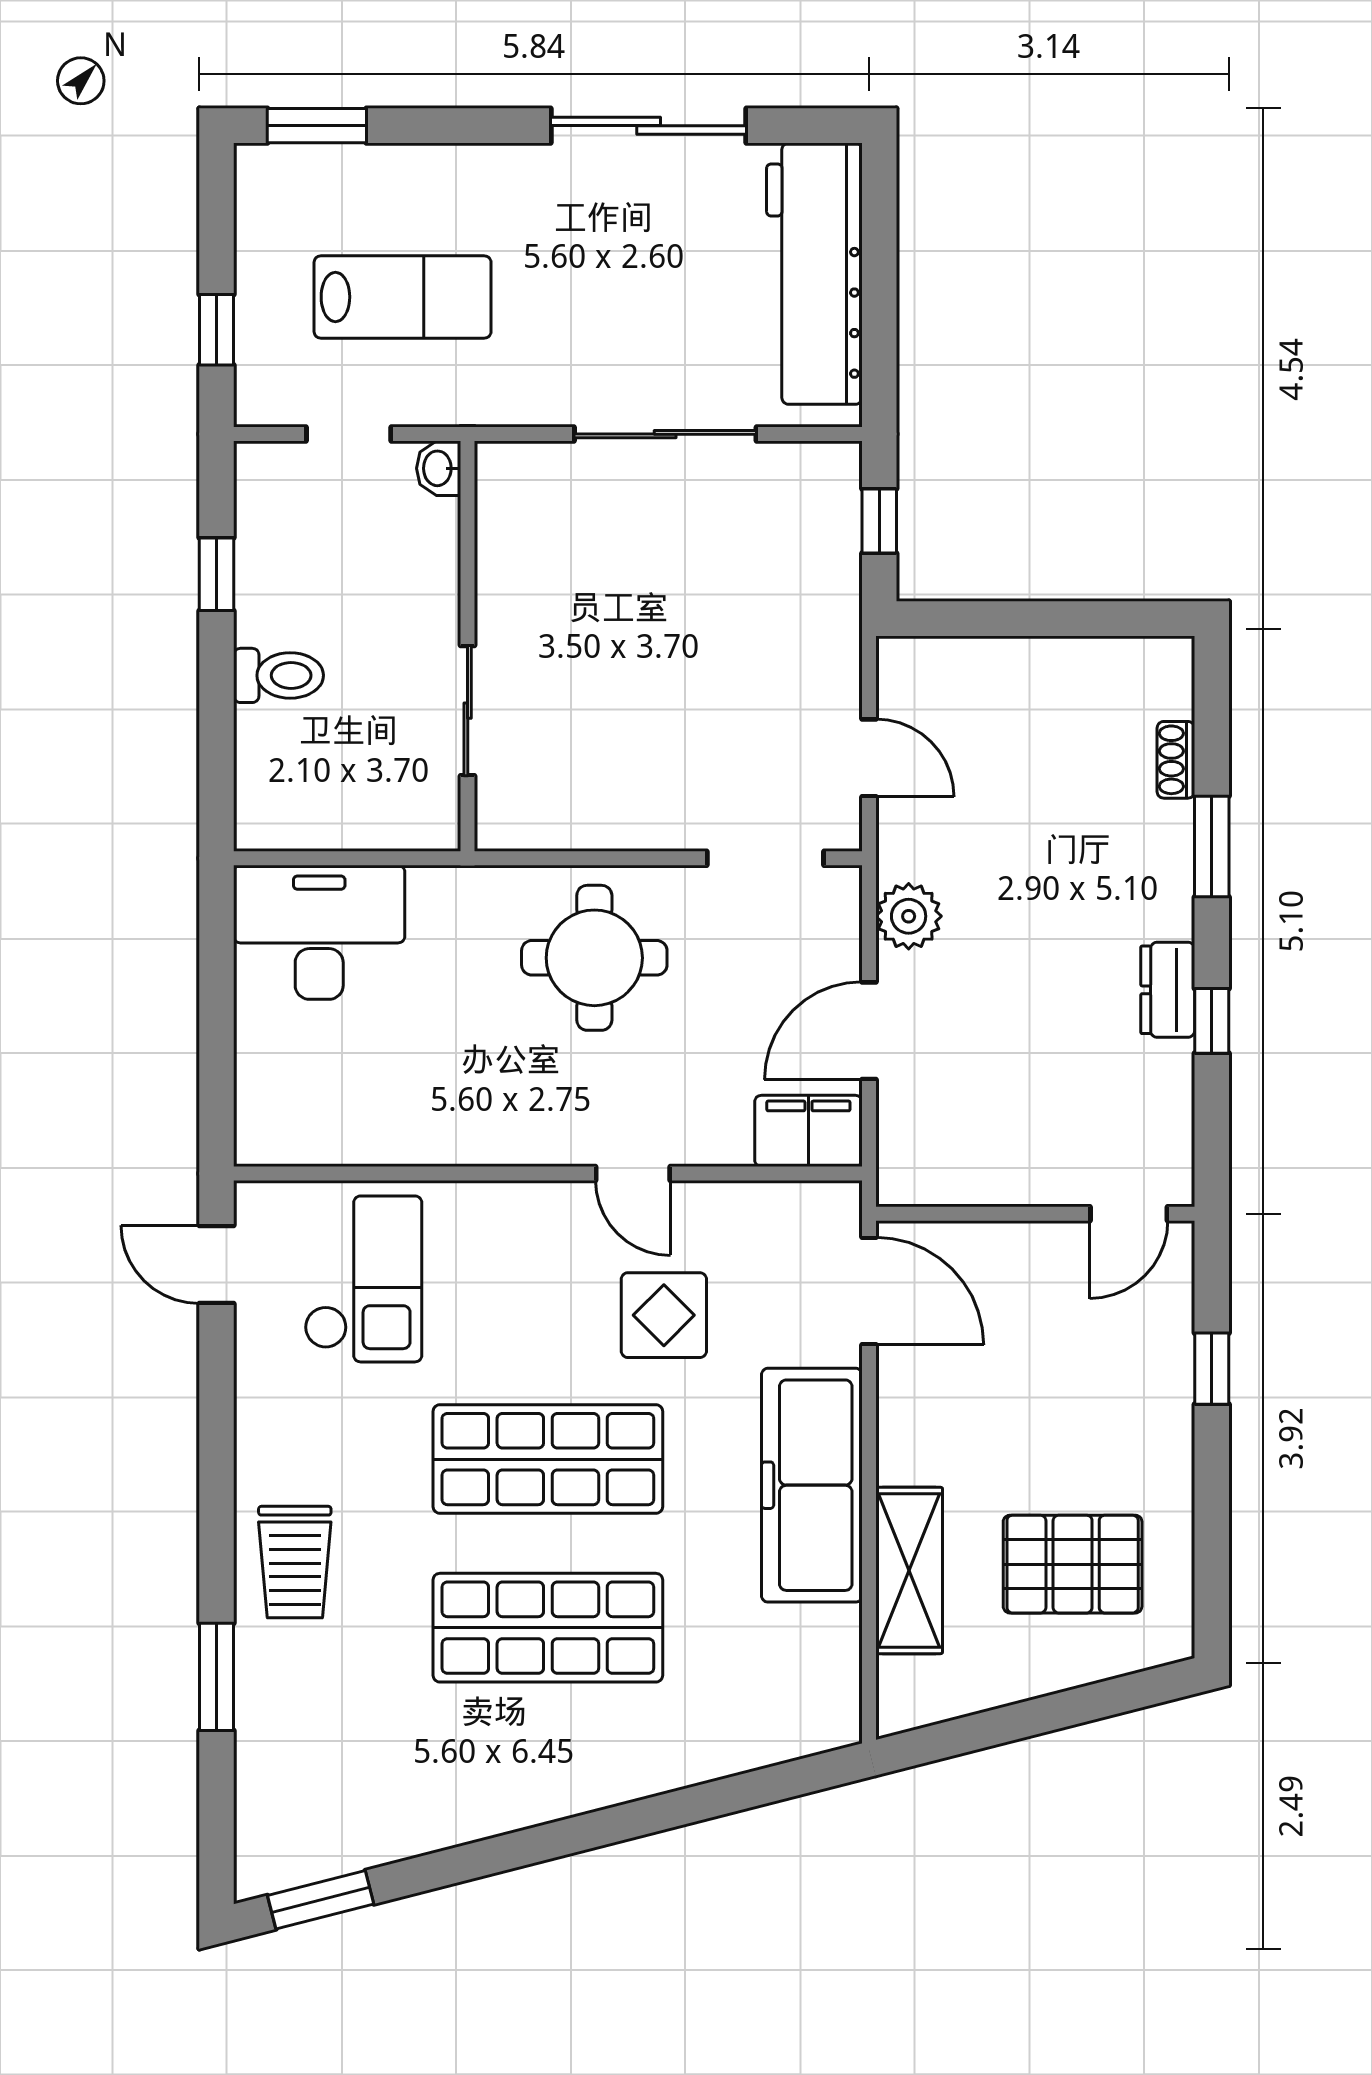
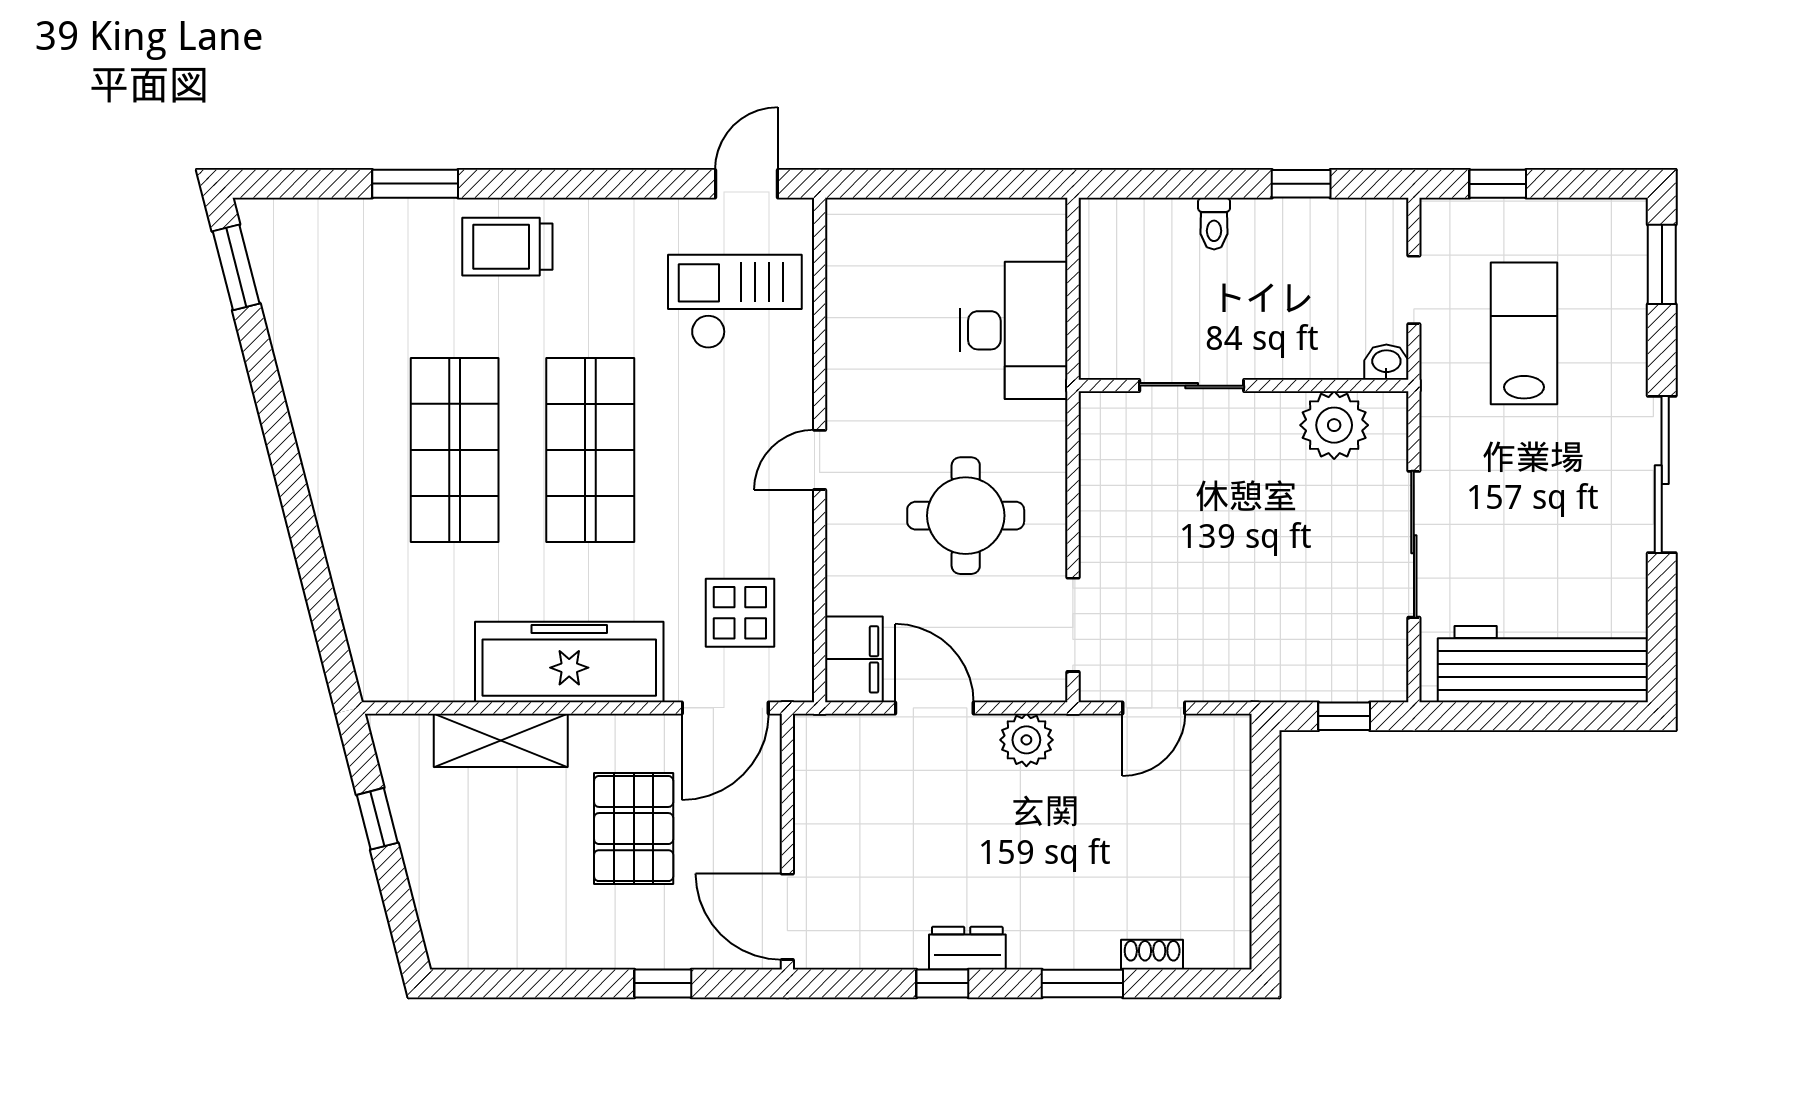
sliding door: (649, 126) -> (1662, 475), moved
lab bench: (403, 297) -> (1524, 333), turned 180
plant: (517, 533) -> (1334, 425), added
toilet: (279, 675) -> (1214, 224), width x0.73, depth x0.72
desk: (319, 932) -> (1014, 330), moved
round table: (594, 958) -> (966, 516), moved
door: (633, 1174) -> (820, 460), moved
door: (1129, 1214) -> (787, 917), width x1.38
checkout: (363, 1279) -> (735, 302), turned 180
display table: (664, 1315) -> (740, 613), moved
pallet: (1073, 1564) -> (634, 829), moved
window: (1007, 1724) -> (377, 819), added

